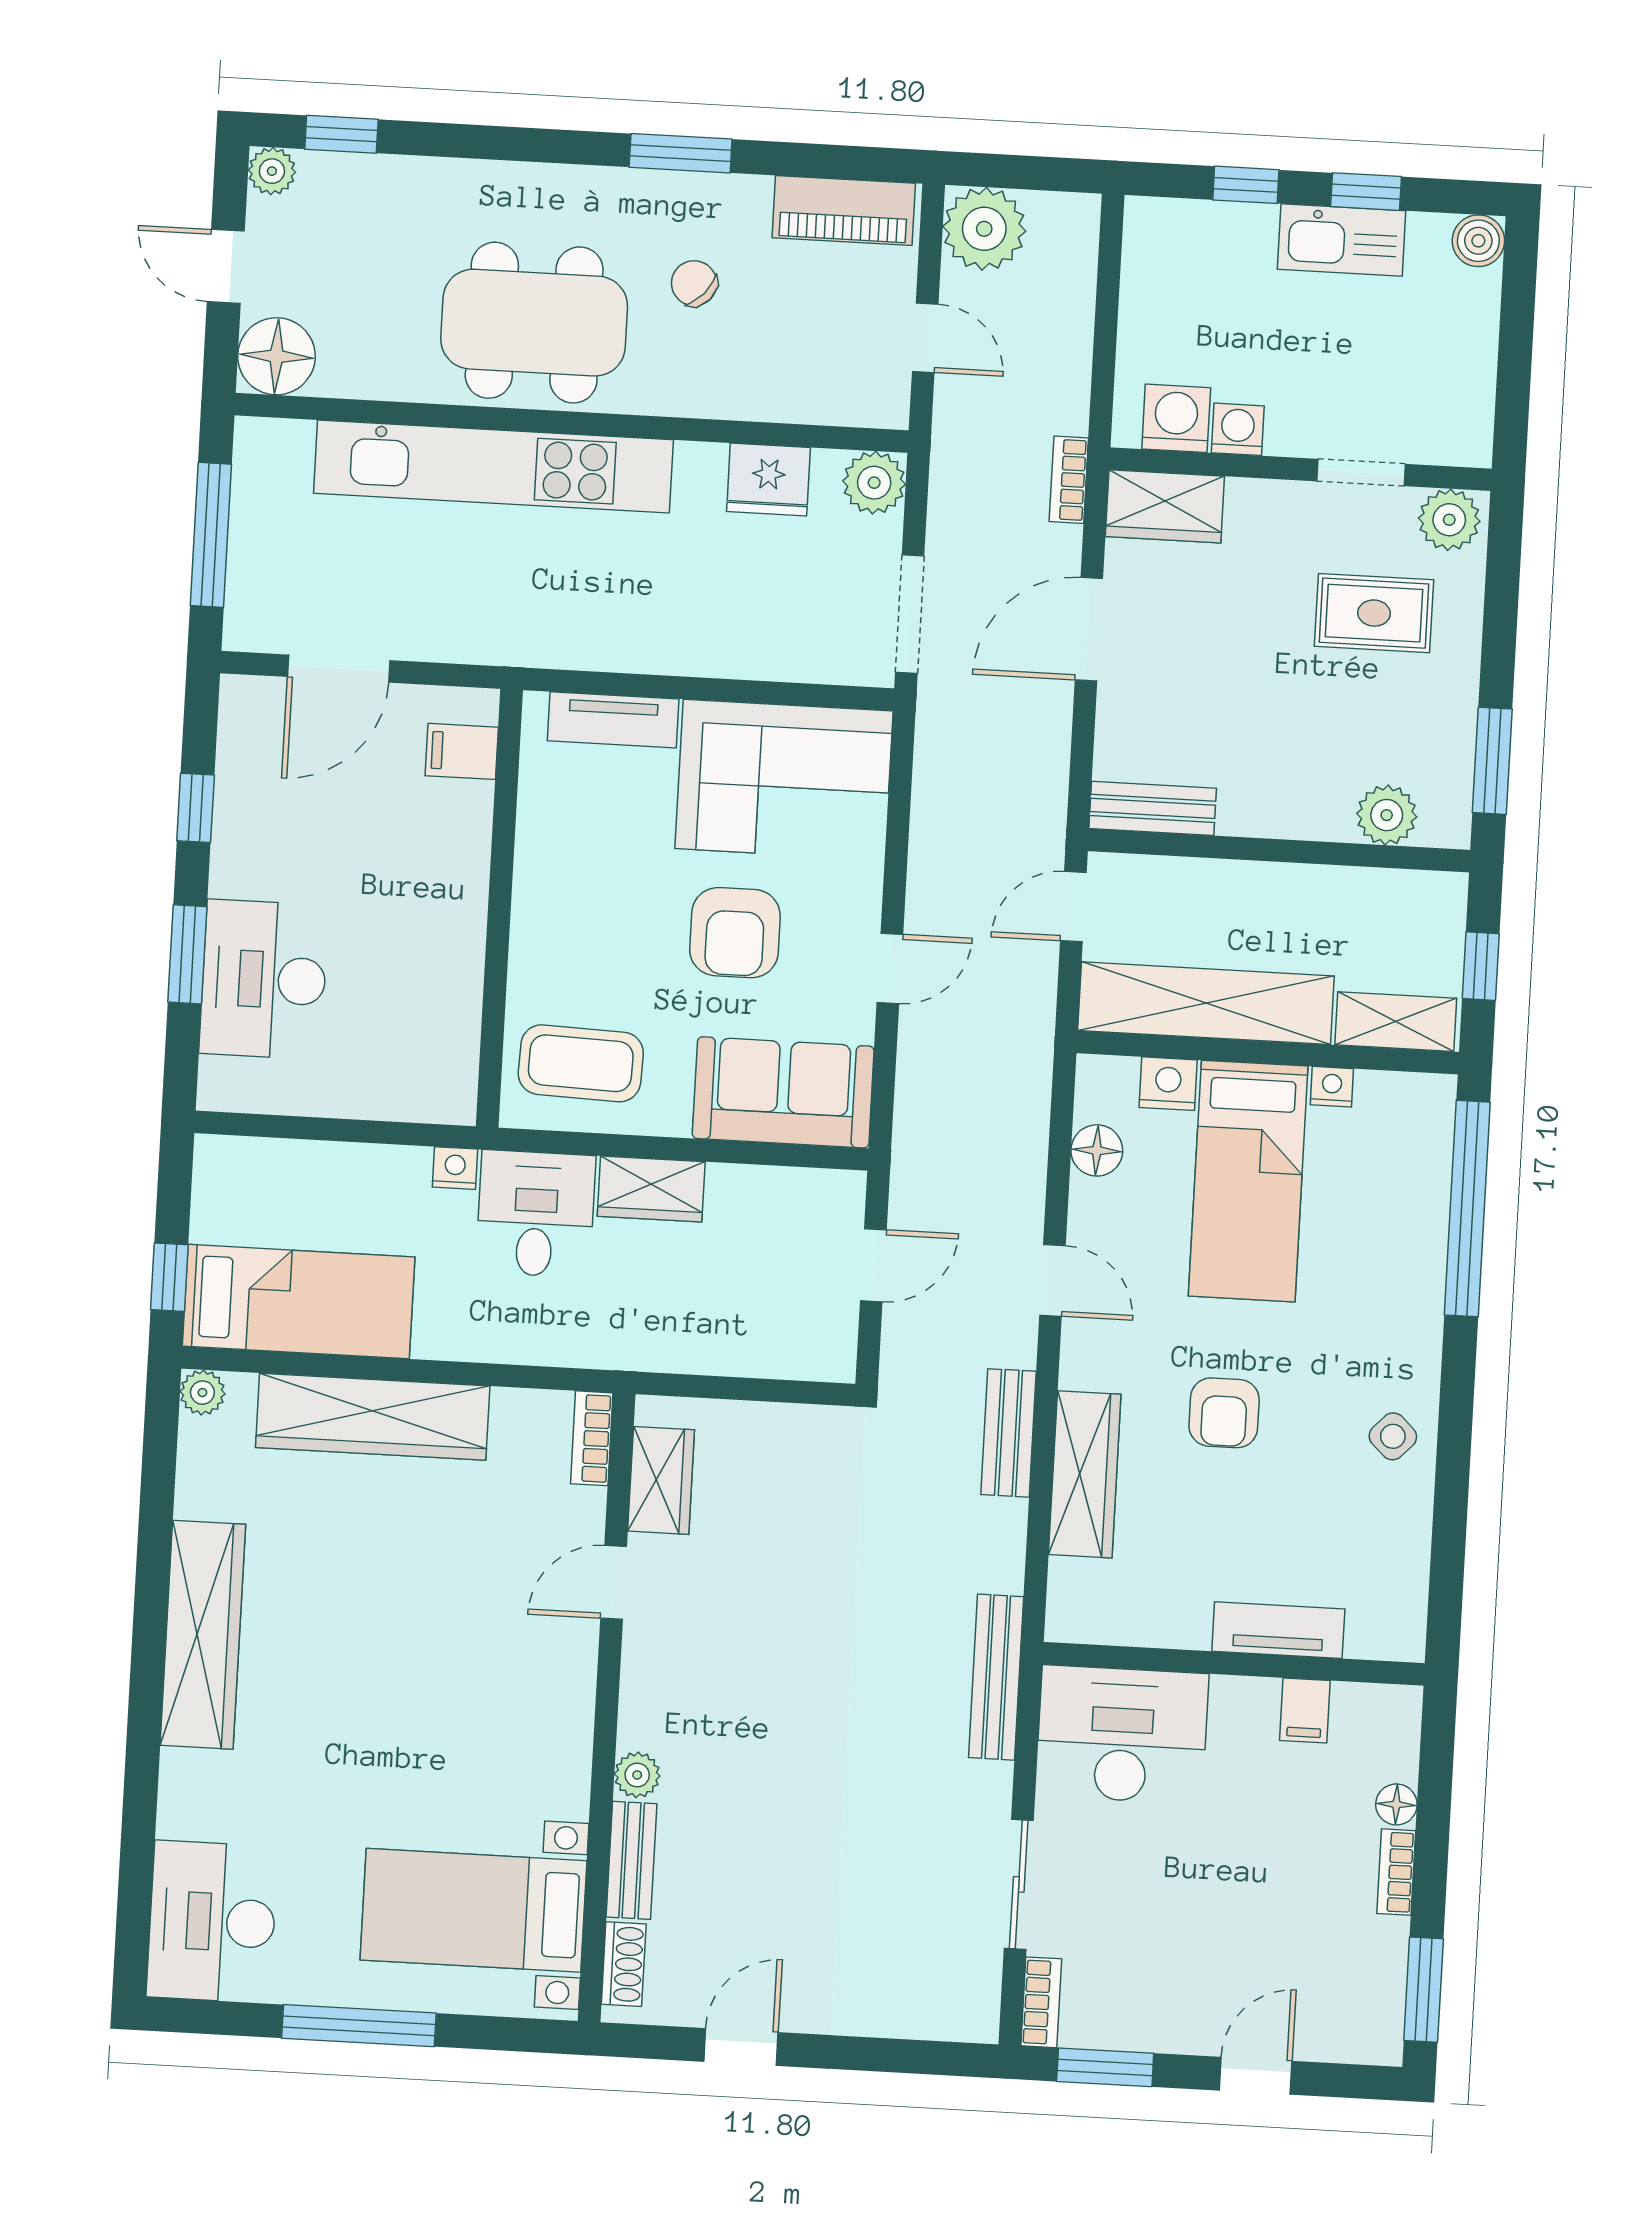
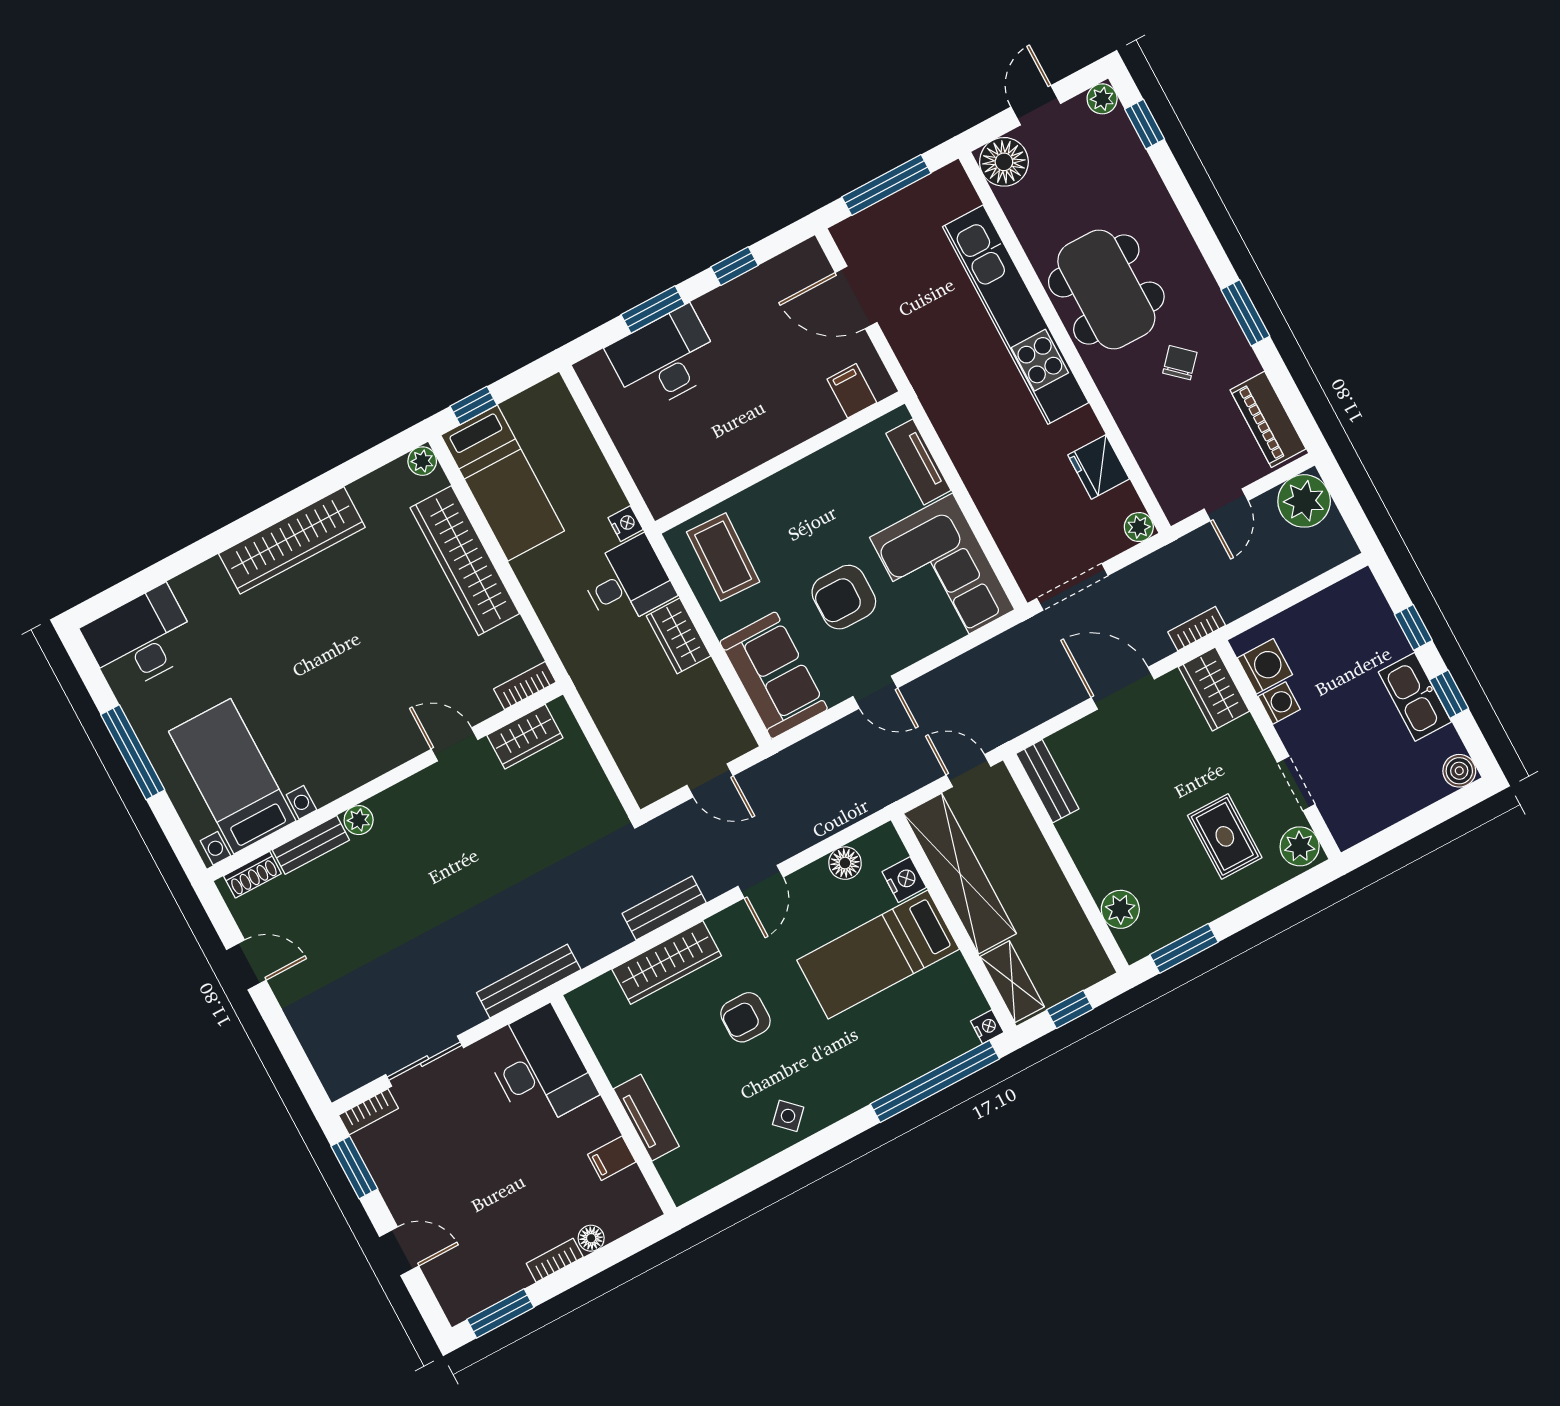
plant: (874, 483) -> (1139, 527), width x0.73, depth x0.73
nightstand: (1332, 1087) -> (987, 1027), moved

